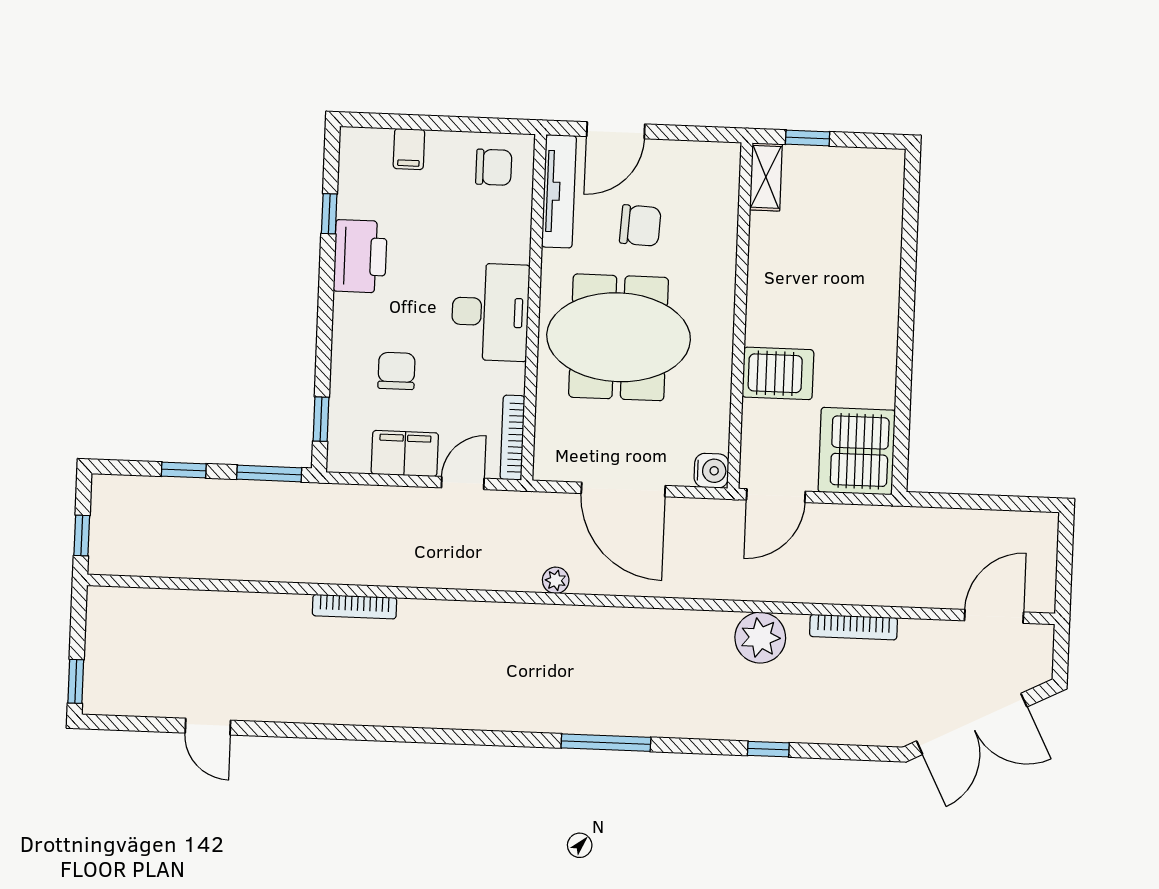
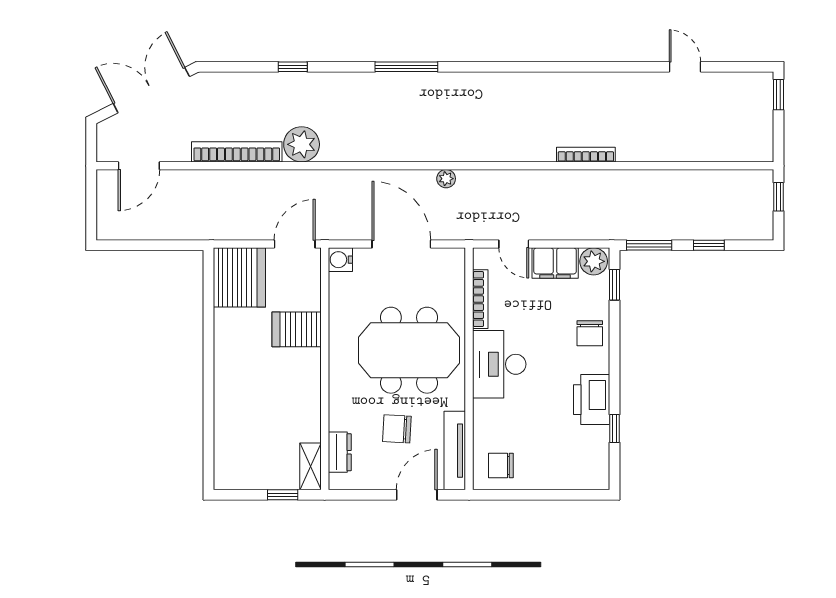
filing cabinet: (409, 149) -> (561, 476), removed
dresser: (723, 195) -> (340, 452), added
chair: (397, 371) -> (590, 333), moved
bookcase: (512, 438) -> (480, 299), moved
plant: (350, 454) -> (594, 261), added
door: (463, 483) -> (514, 244), hinge flipped
bookcase: (854, 627) -> (237, 152), width x1.48, depth x1.31

